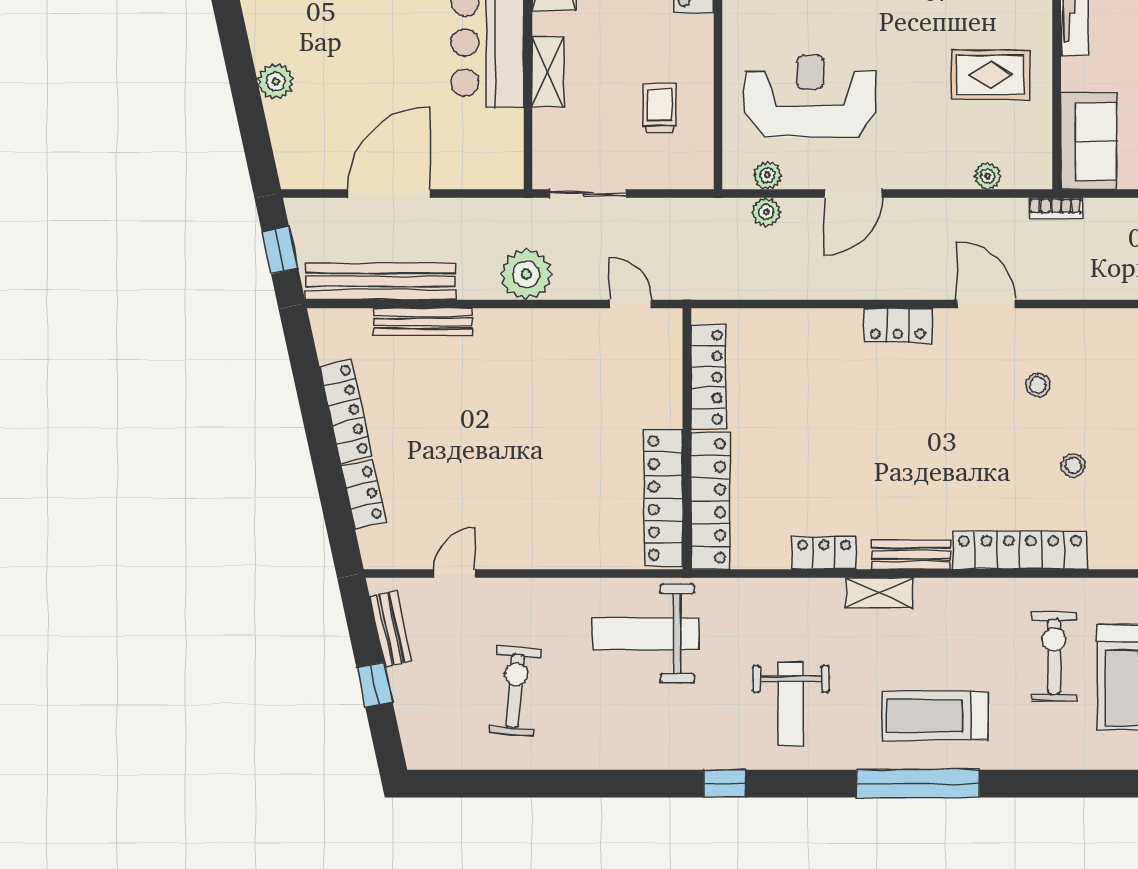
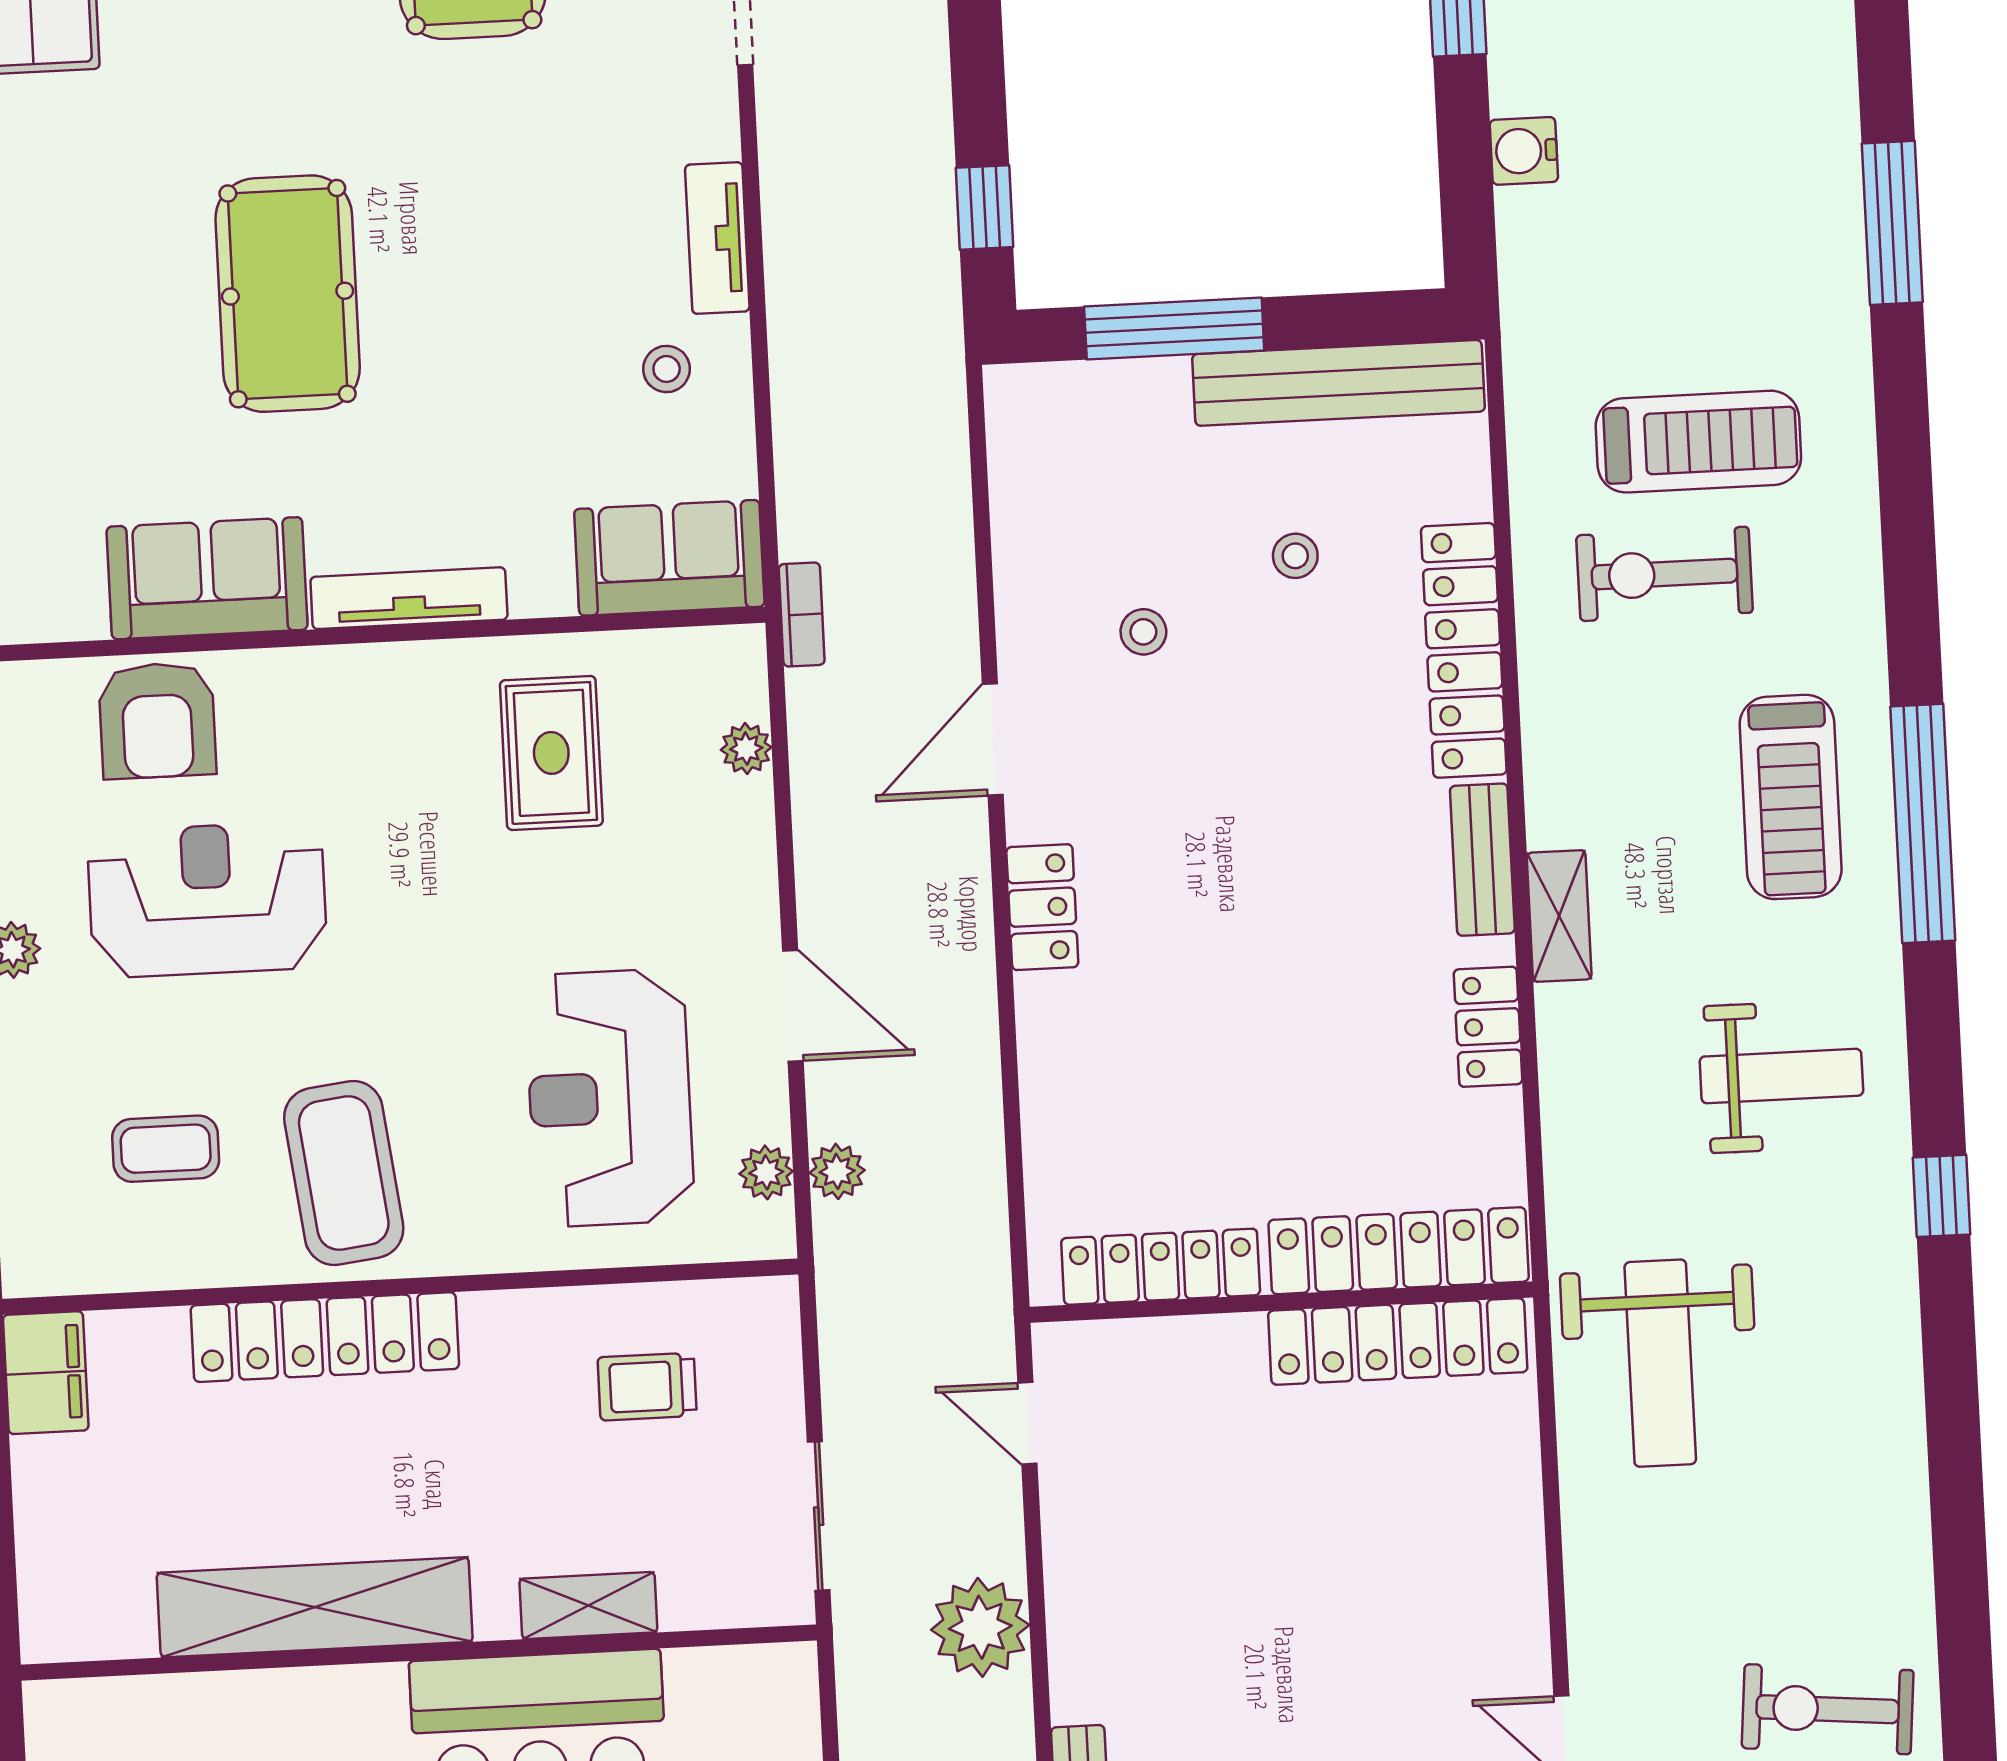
door: (631, 304) -> (1027, 1423), hinge flipped
exercise bike: (515, 691) -> (1828, 1709), moved

